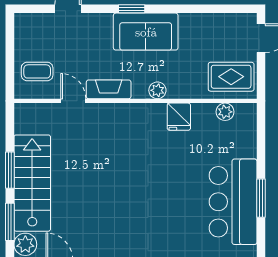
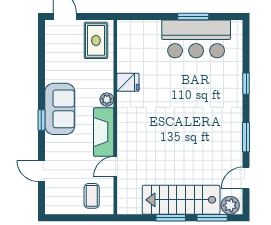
fireplace: (109, 89) -> (104, 132), width x1.37, depth x1.32
plant: (225, 112) -> (124, 45), removed

